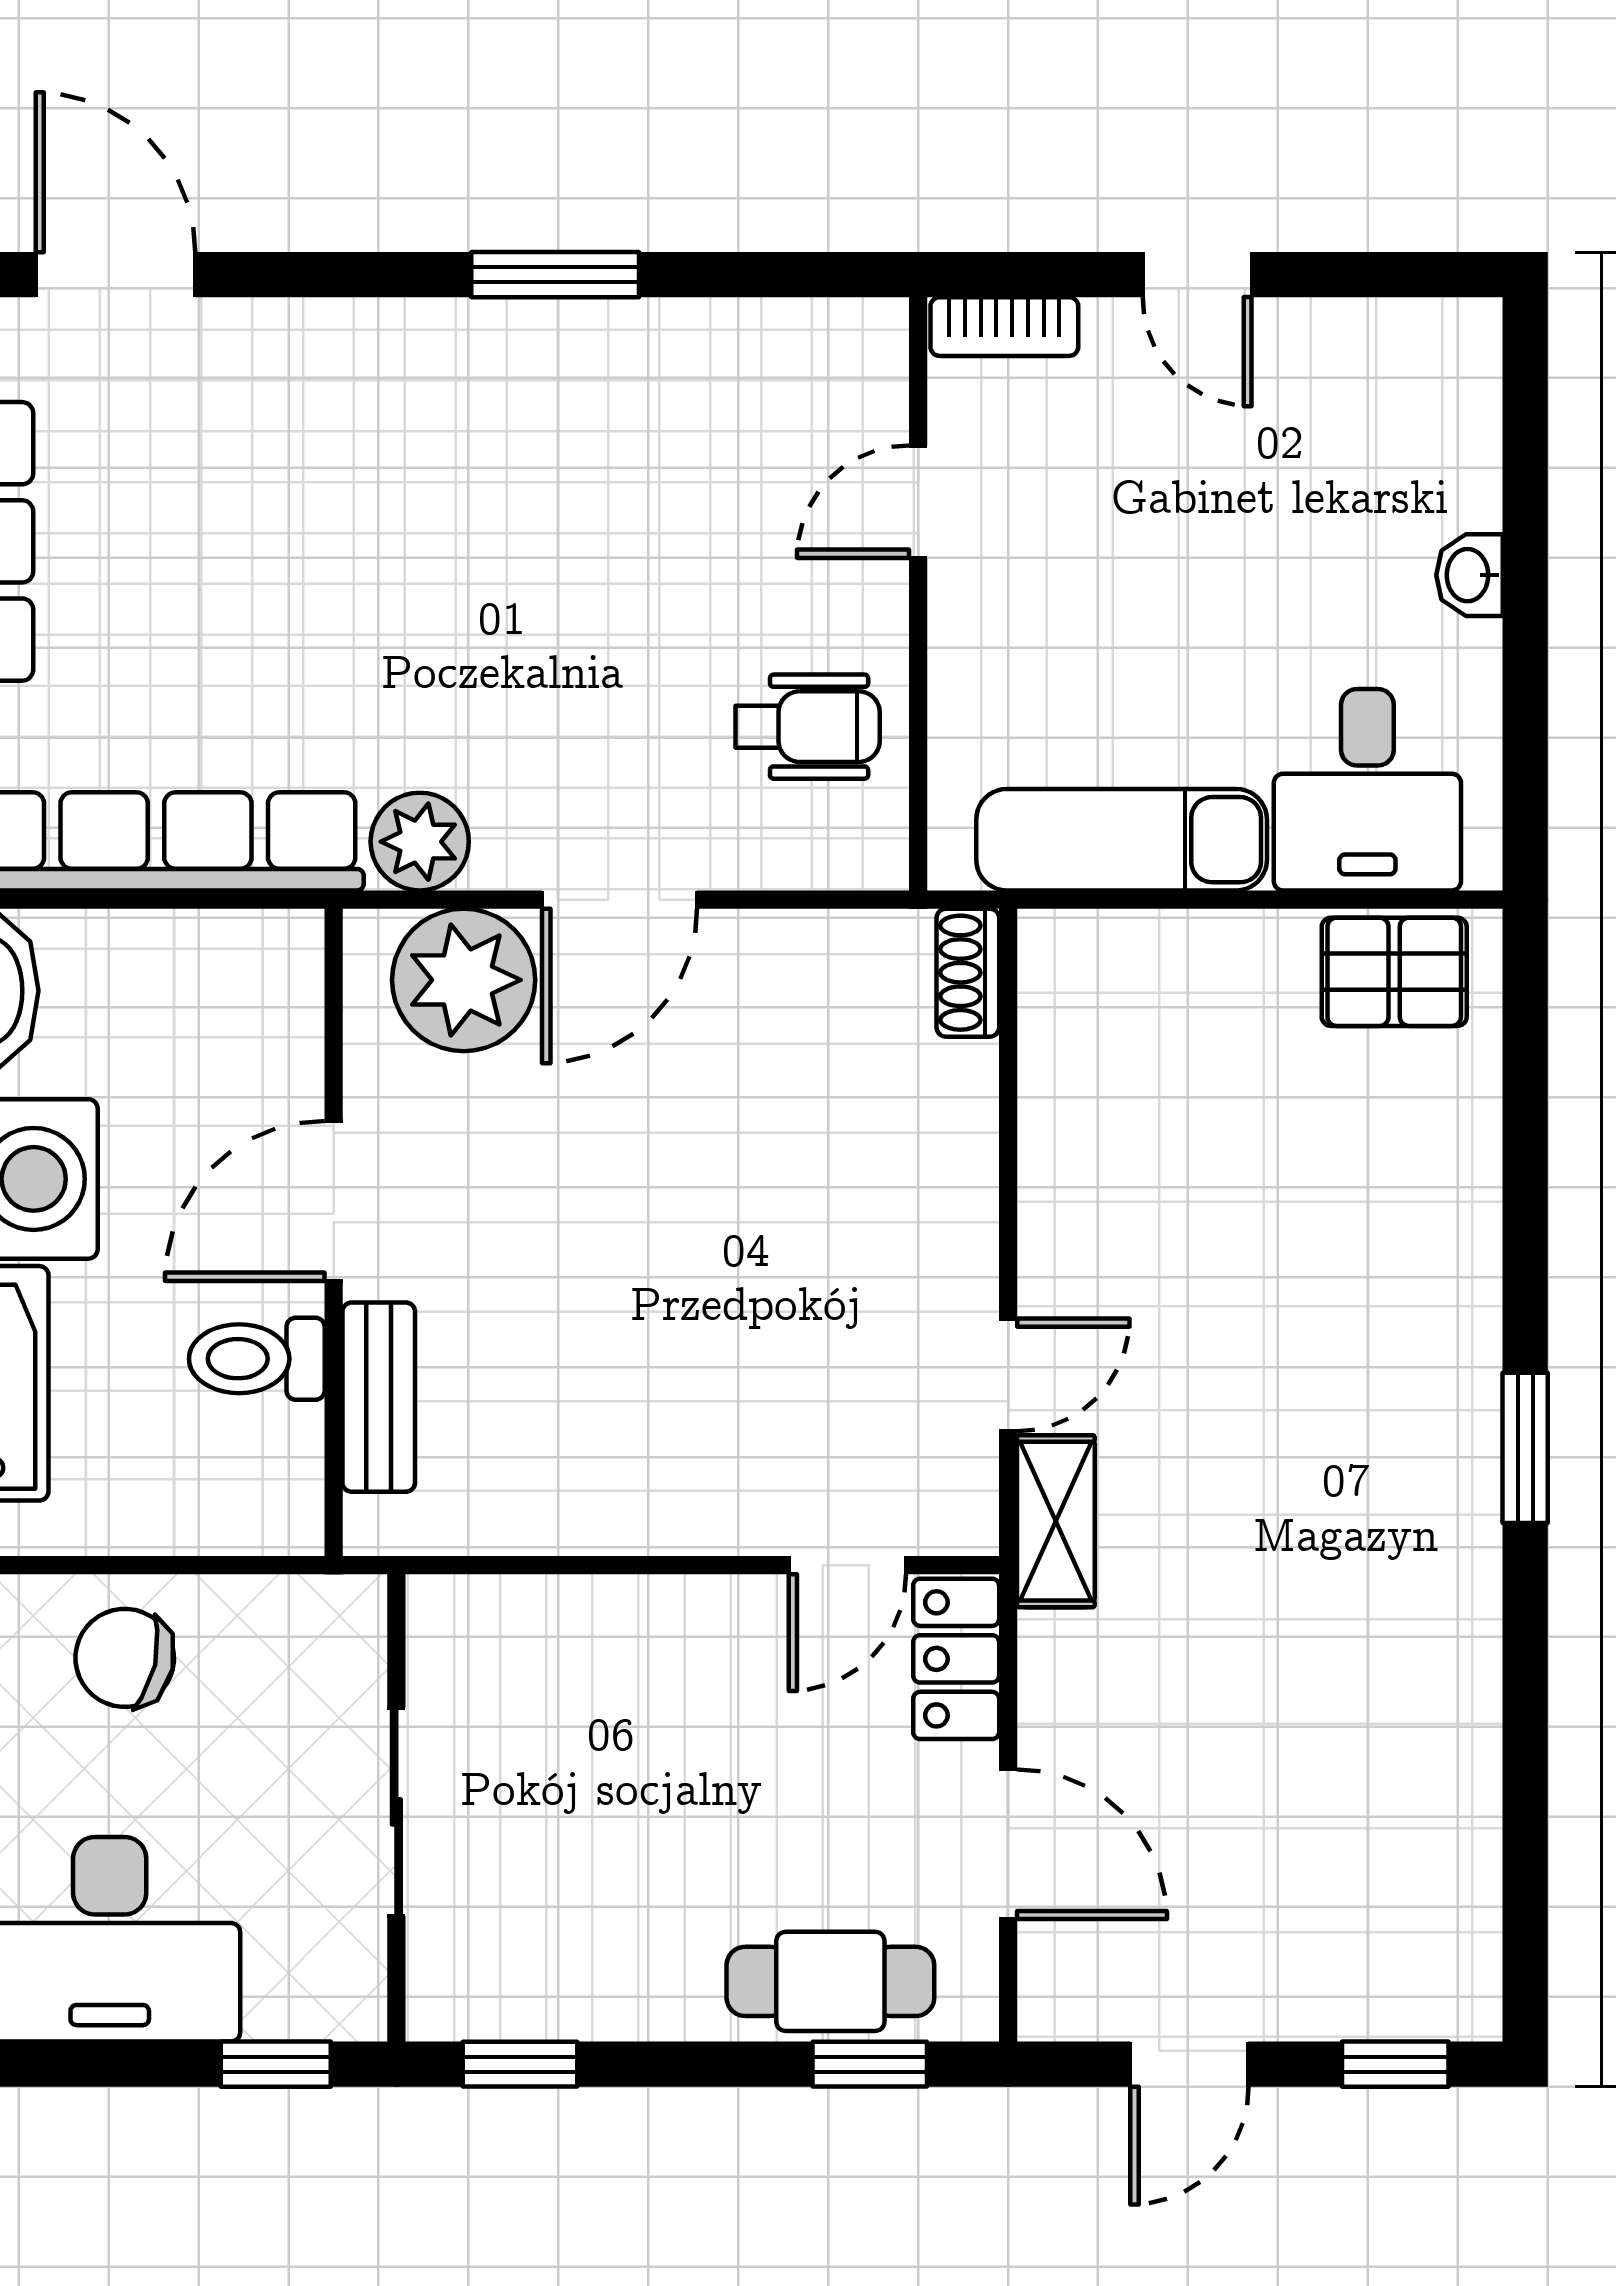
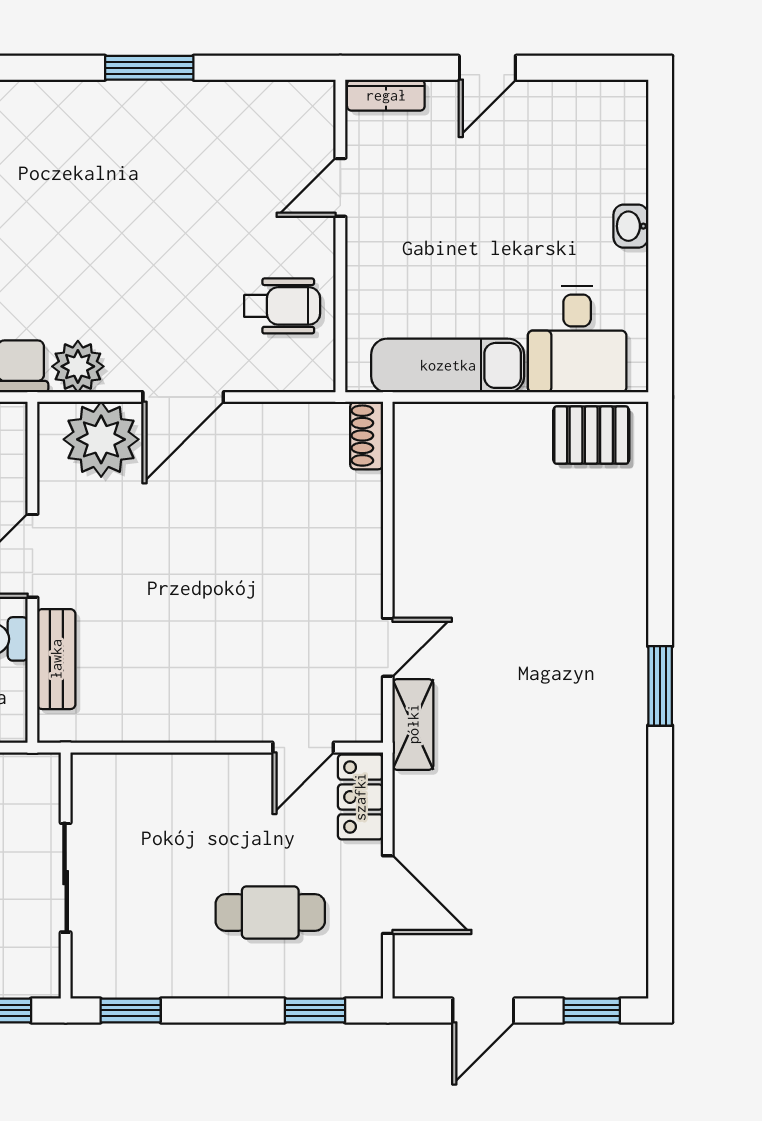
door: (1197, 275) -> (487, 68), hinge flipped
cafe table: (830, 1981) -> (270, 912), moved

